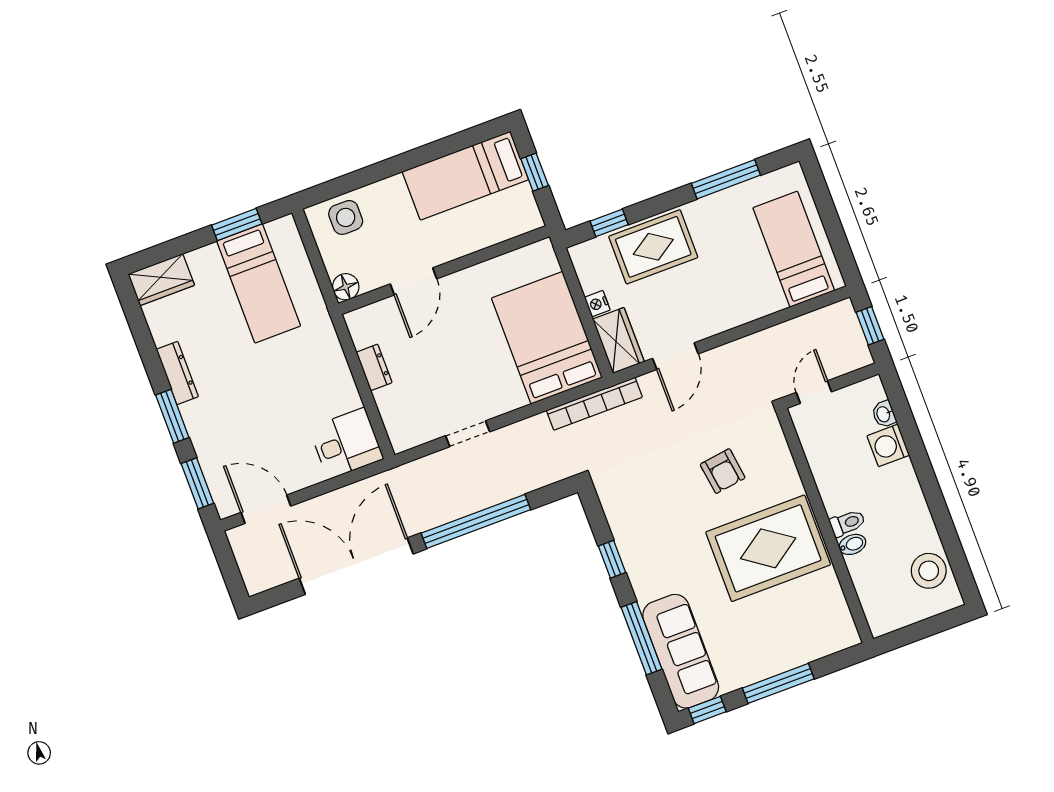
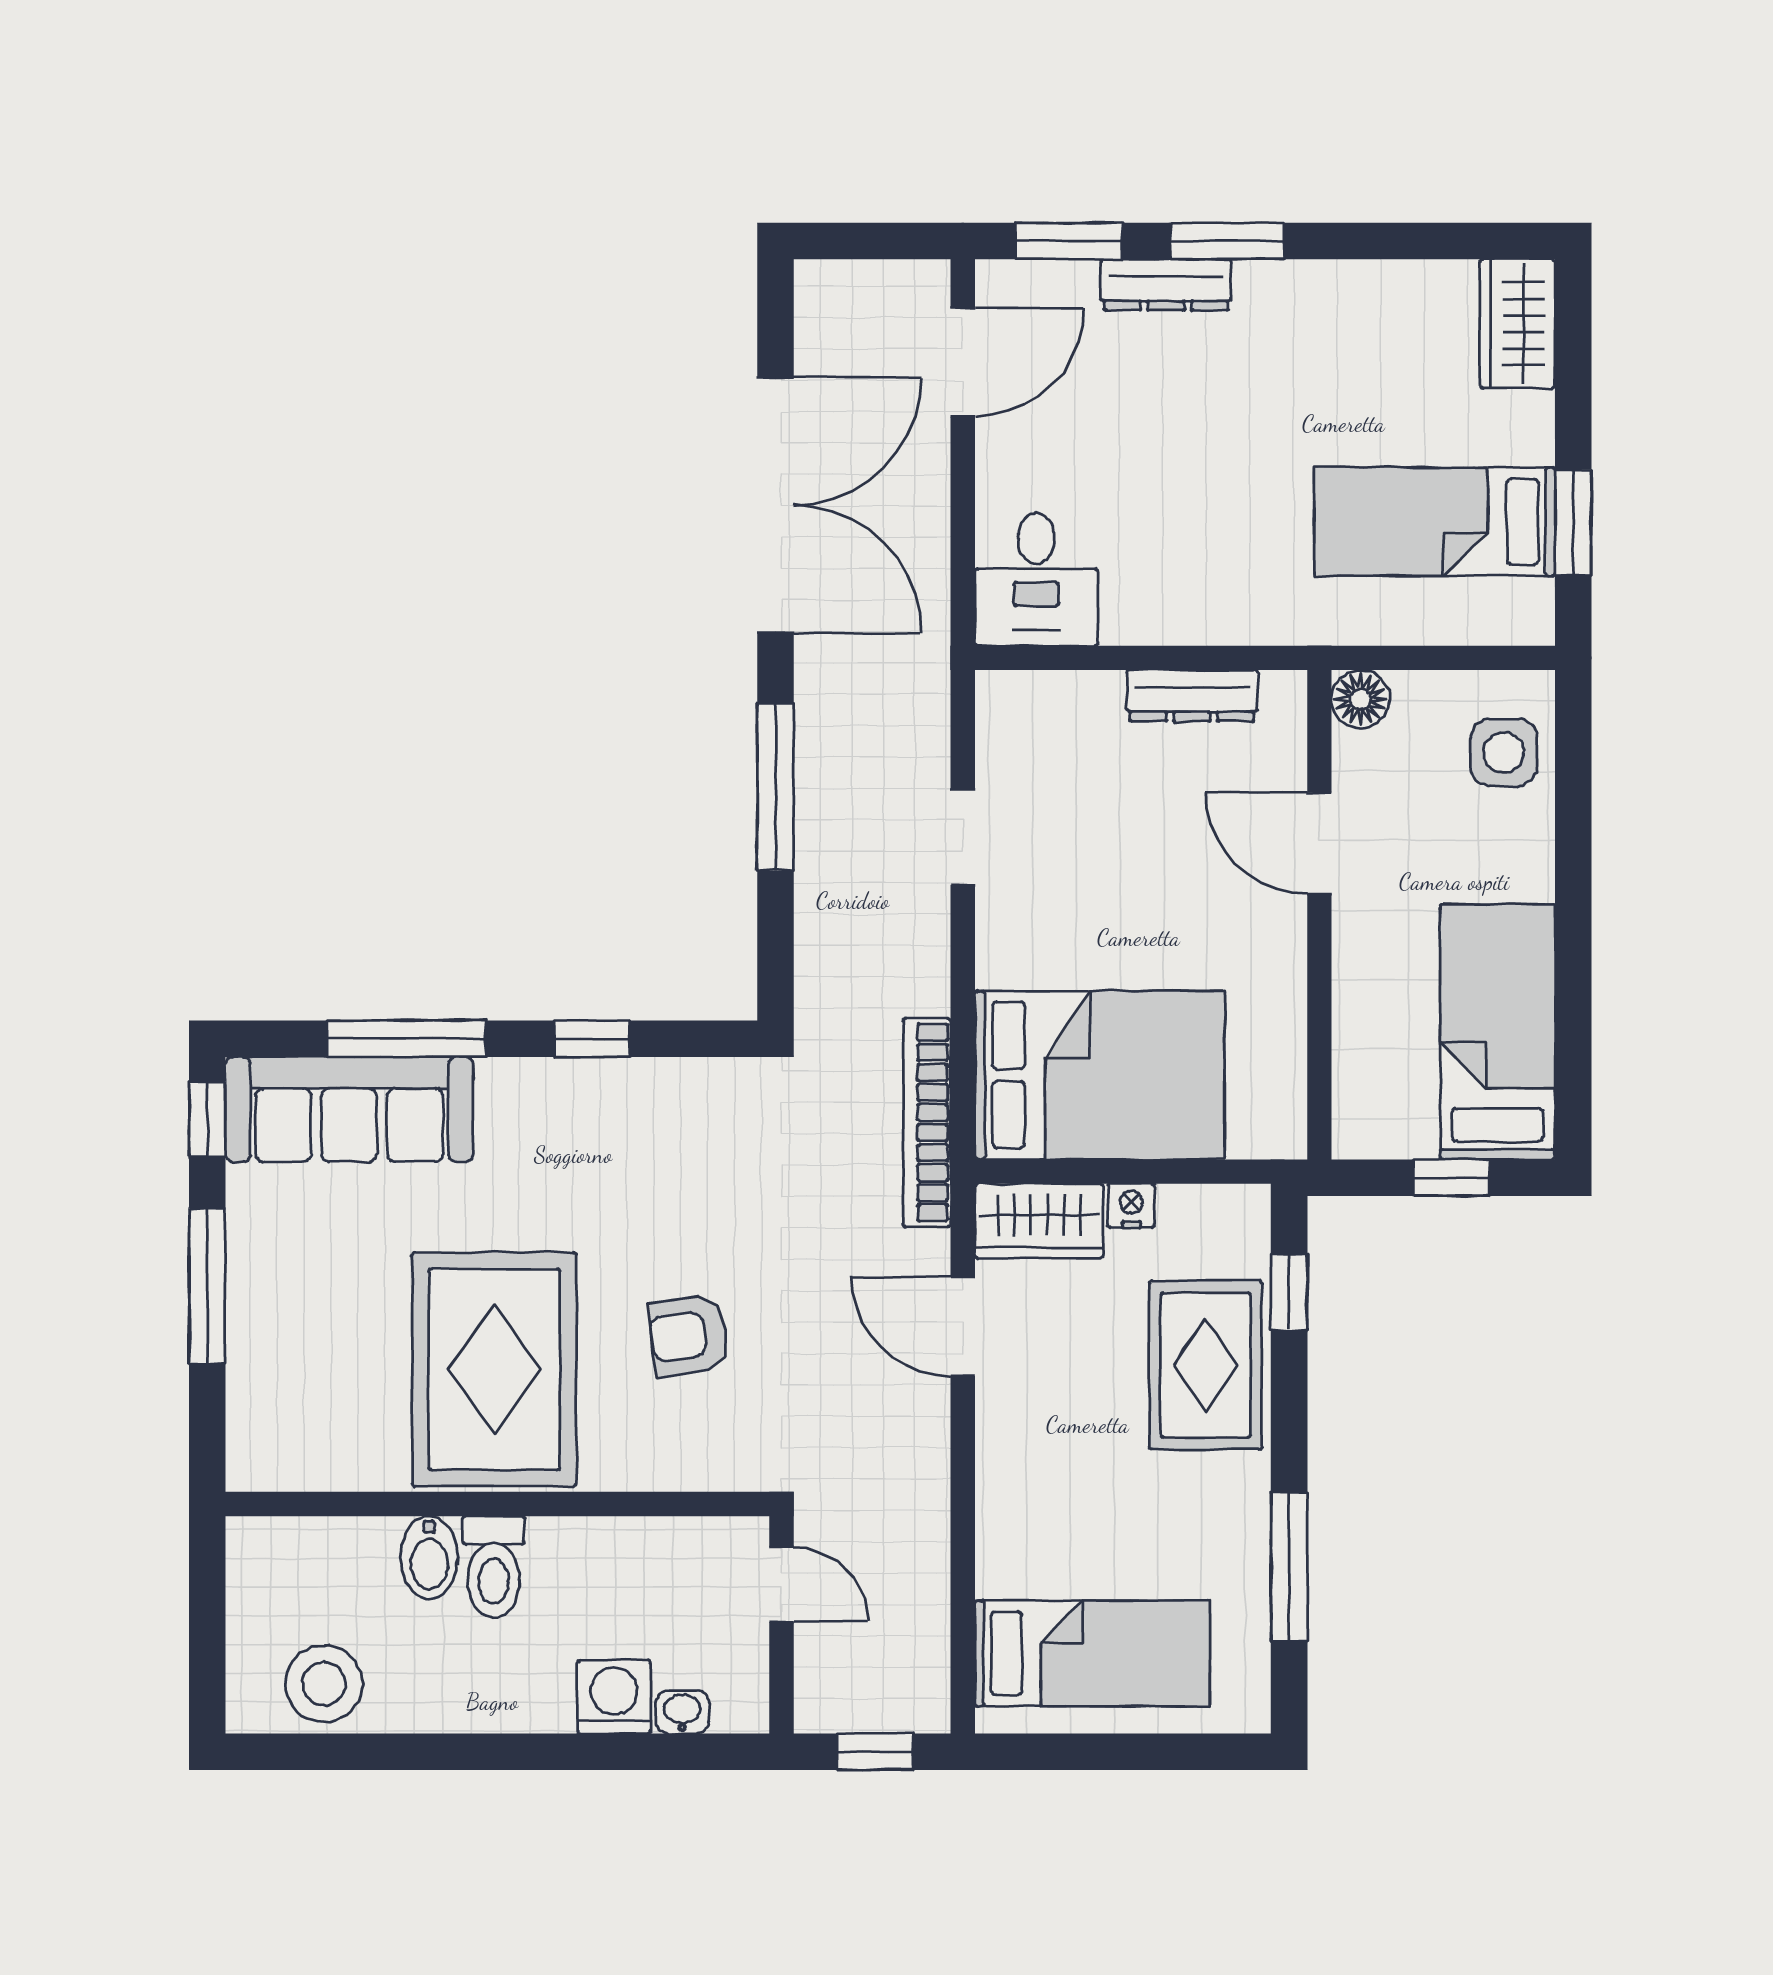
dresser: (374, 367) -> (1192, 696), width x1.44
dresser: (177, 373) -> (1166, 285), moved
window: (476, 521) -> (775, 787), width x0.68
toilet: (847, 523) -> (494, 1567), width x1.37, depth x1.39
bidet: (852, 544) -> (429, 1558), width x1.38, depth x1.36

